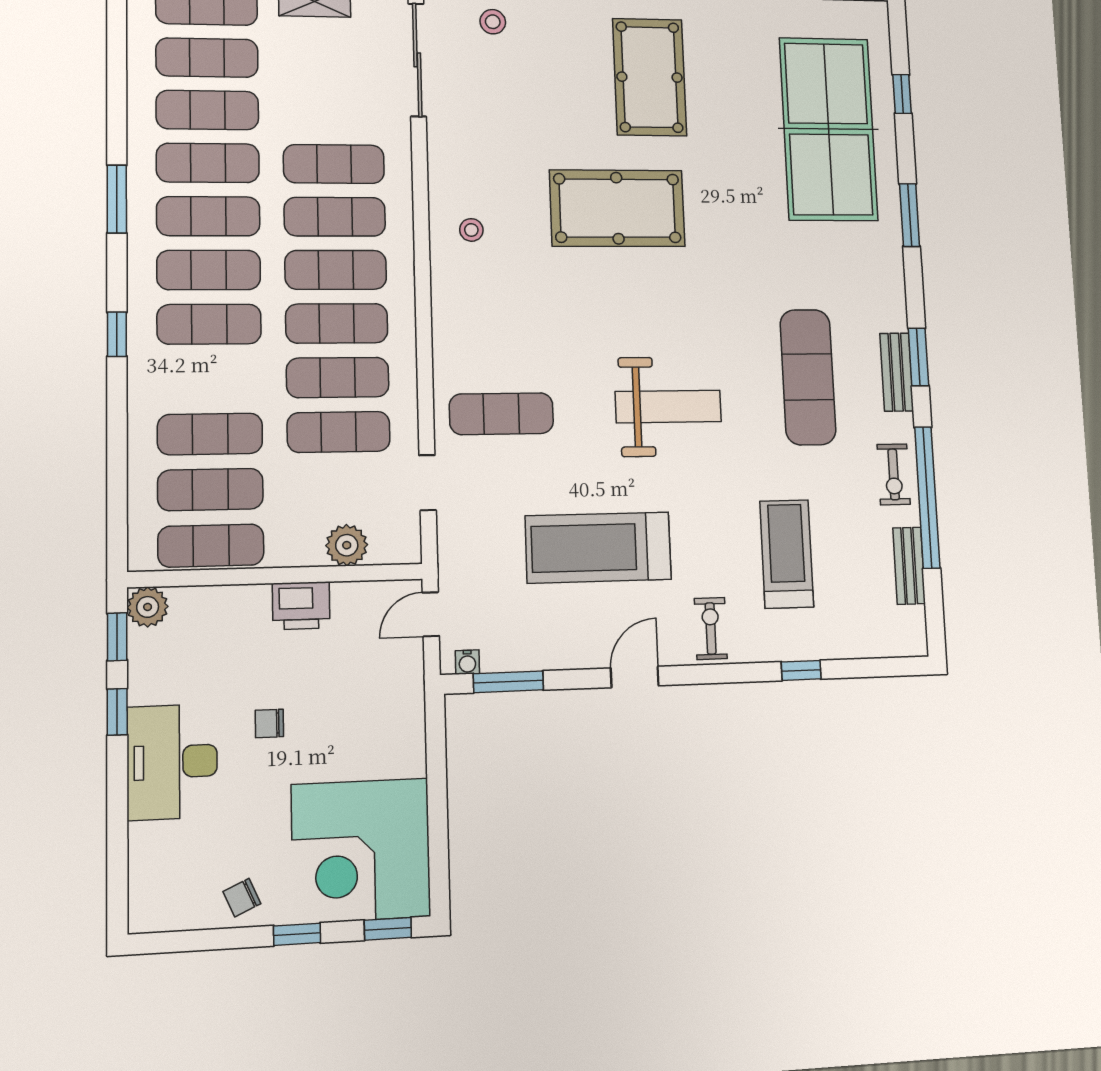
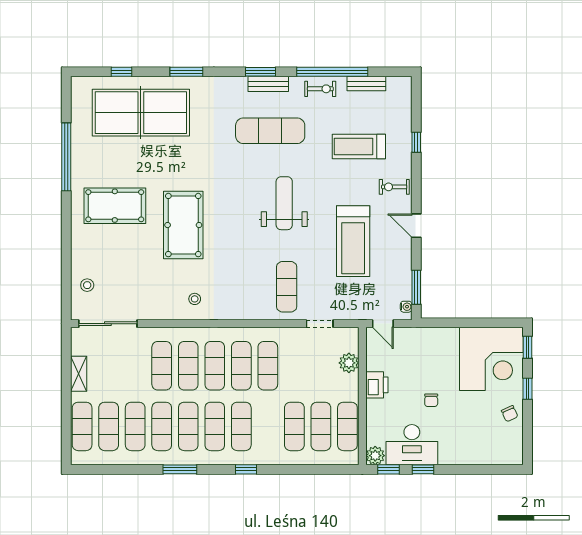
exercise mat: (339, 432) -> (294, 366), removed
desk: (172, 762) -> (412, 445), moved

